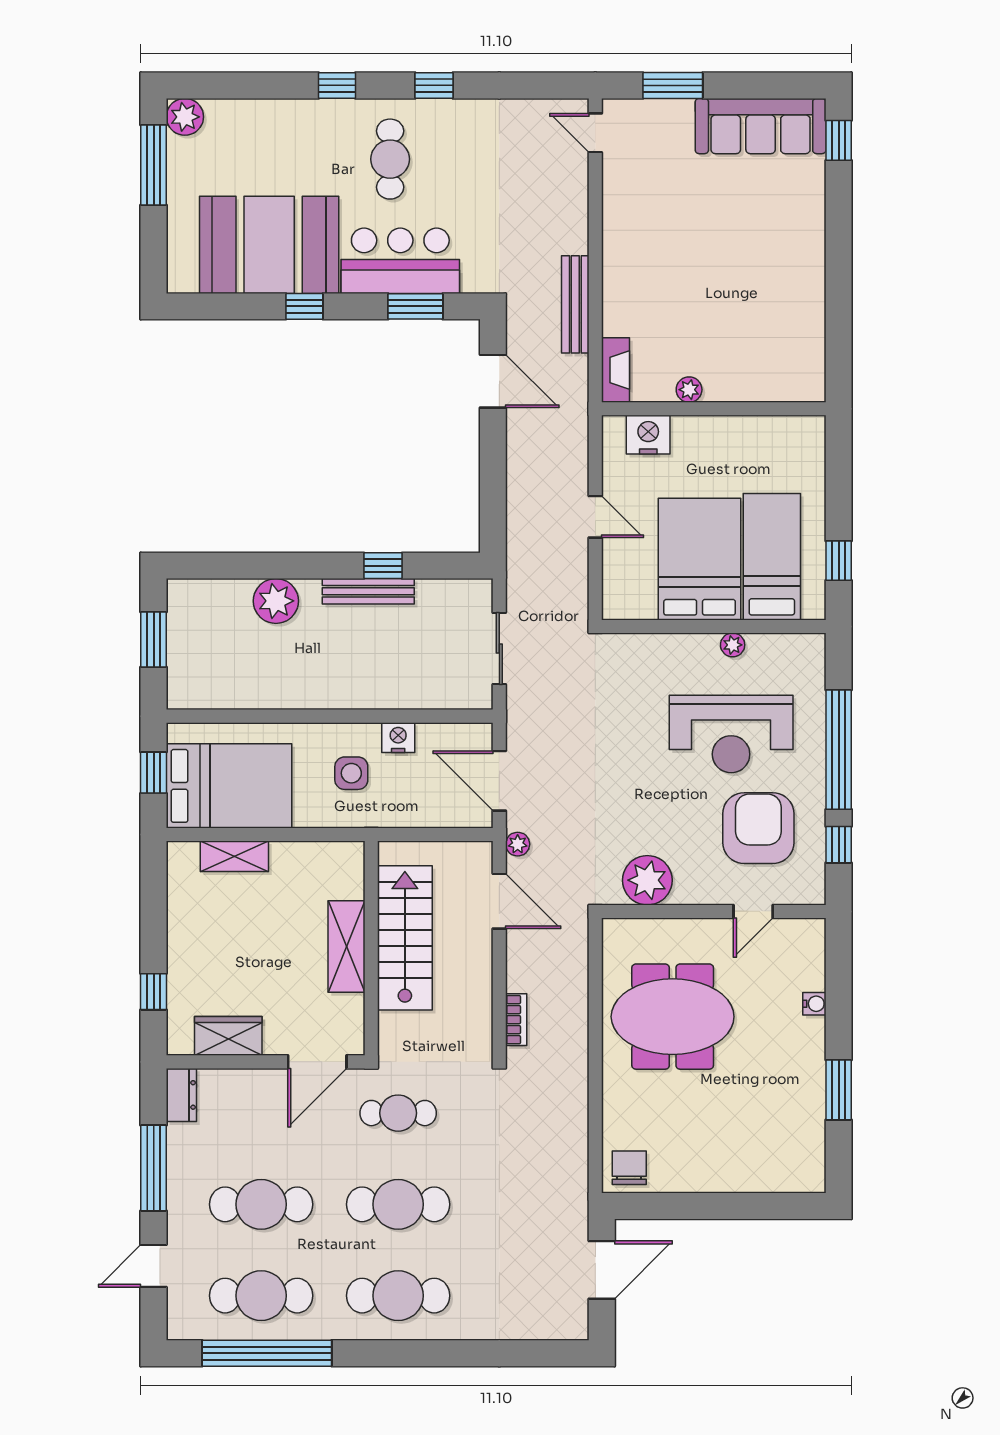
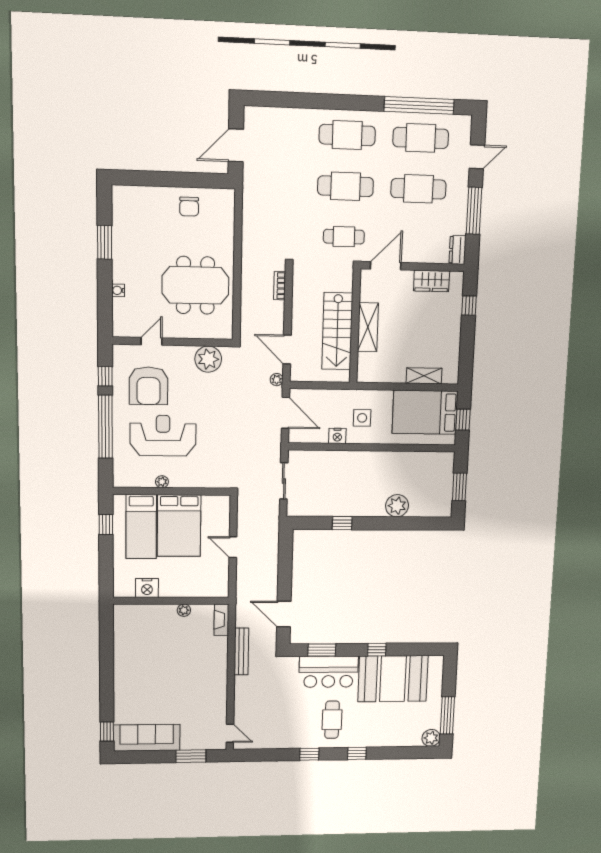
nightstand: (648, 435) -> (147, 588), moved
bench: (368, 591) -> (350, 510), removed
chair: (629, 1168) -> (189, 207), moved

